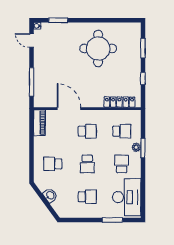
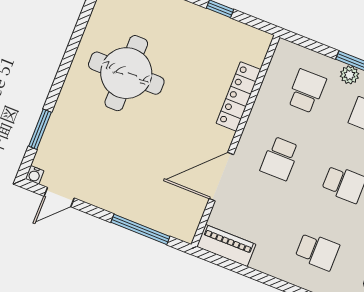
locker: (119, 102) -> (238, 96), moved
school desk: (87, 131) -> (280, 158), turned 180
school desk: (53, 164) -> (317, 251), turned -90

